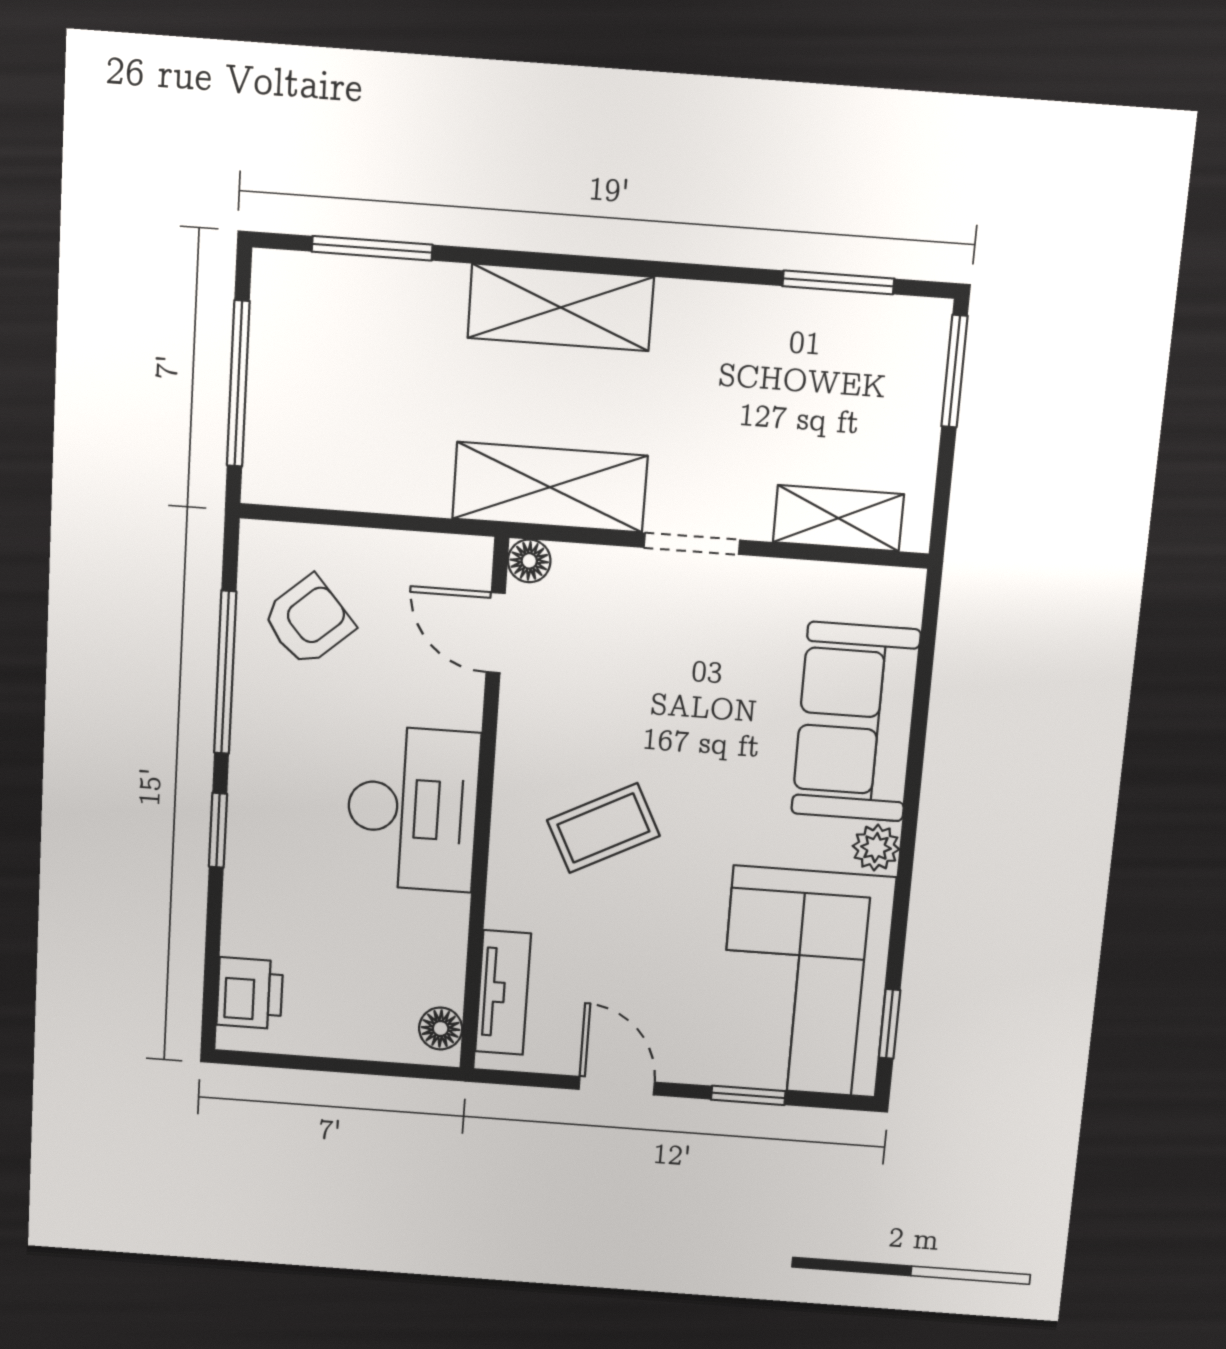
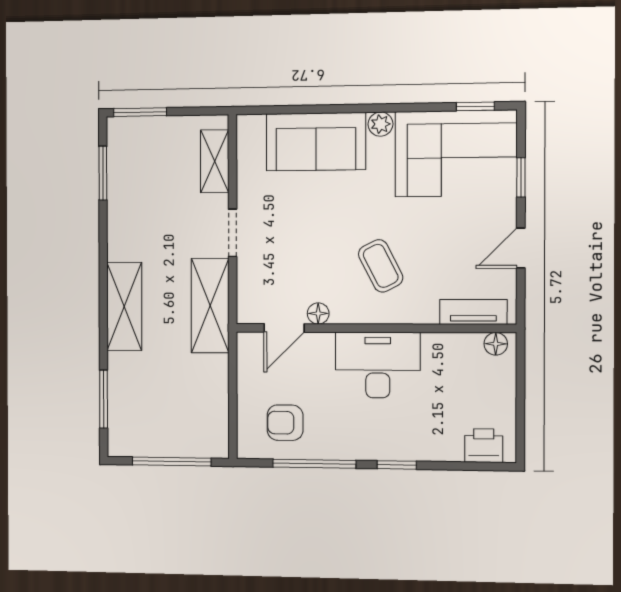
floor lamp: (529, 561) -> (318, 313), moved
armchair: (308, 621) -> (285, 423), turned -49

